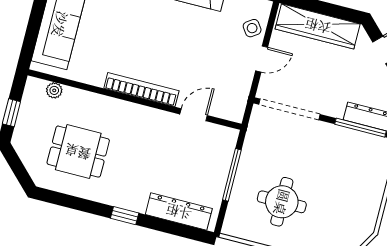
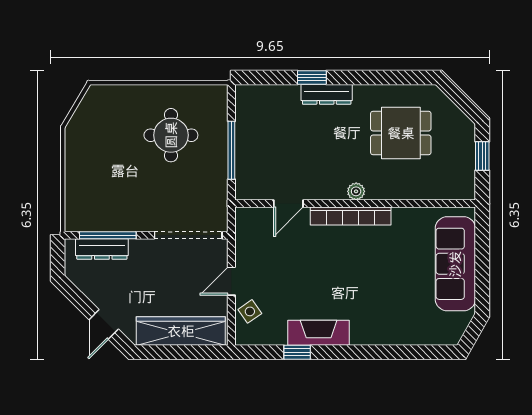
plant: (54, 90) -> (356, 191), moved
dresser: (179, 212) -> (327, 94), moved, width x0.73, depth x0.80
window: (125, 216) -> (312, 78), moved

